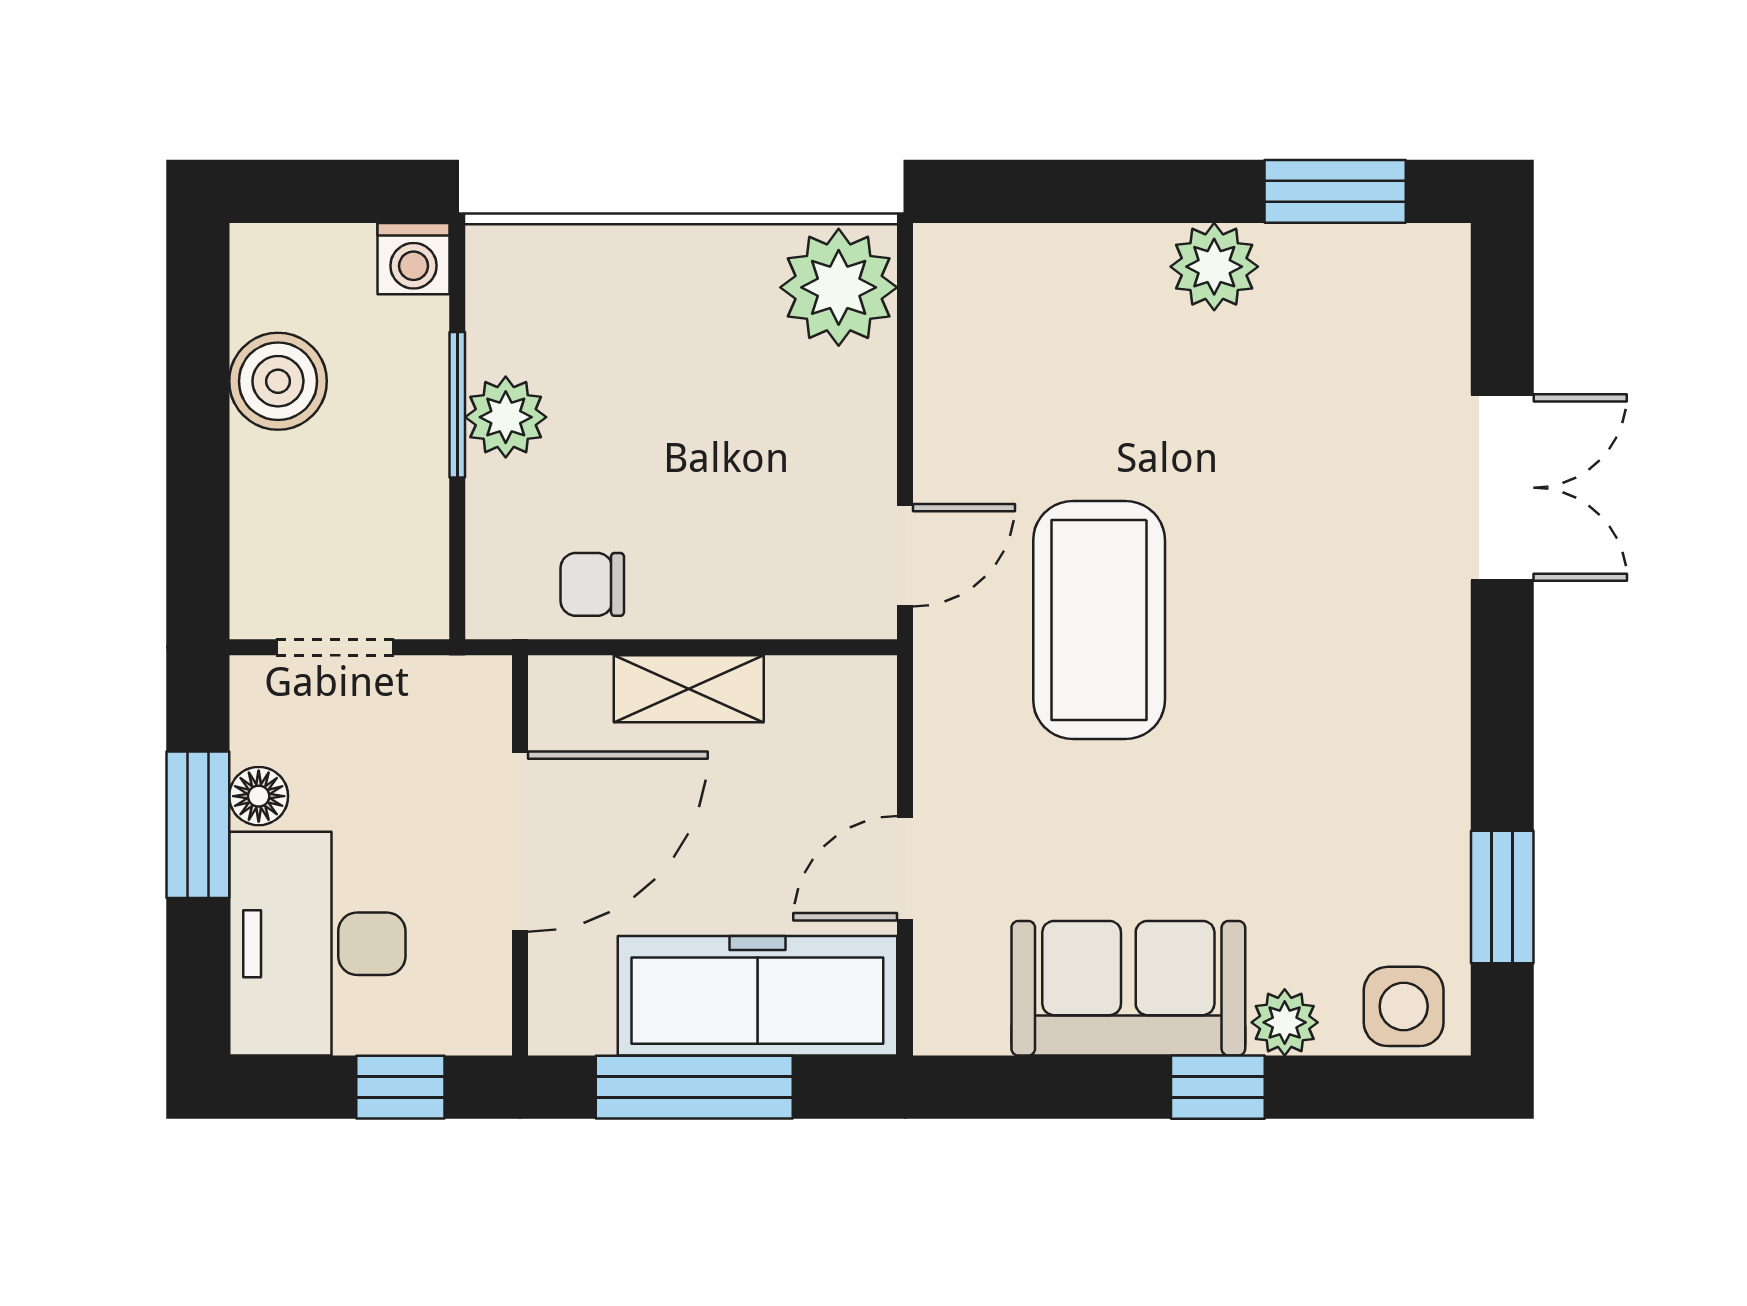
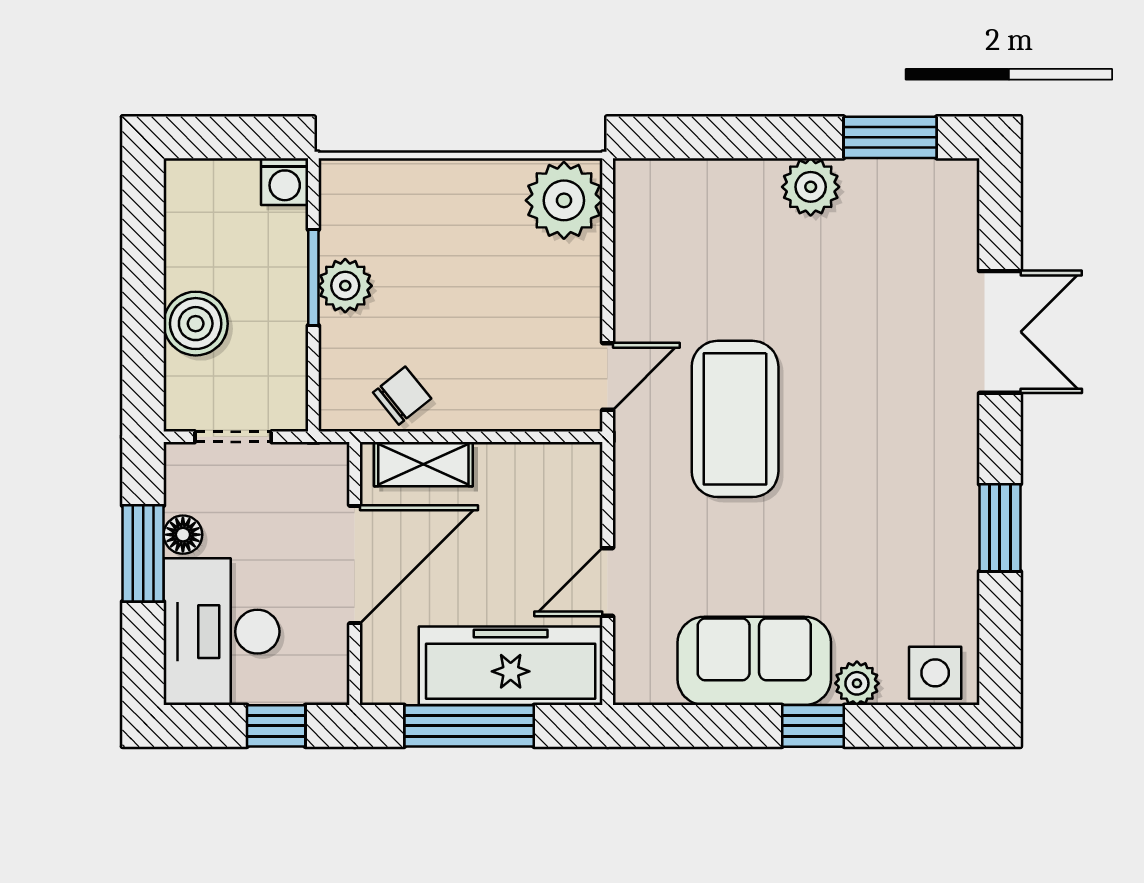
boiler: (278, 381) -> (196, 324), moved
chair: (592, 584) -> (402, 396), turned 141
shelving: (689, 689) -> (423, 464), moved
window: (1502, 897) -> (1000, 528), moved

